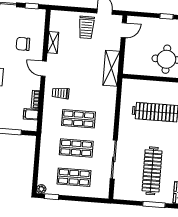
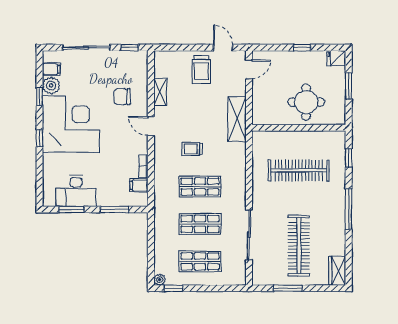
trolley: (61, 93) -> (192, 149), moved
window: (154, 205) -> (288, 288), moved

